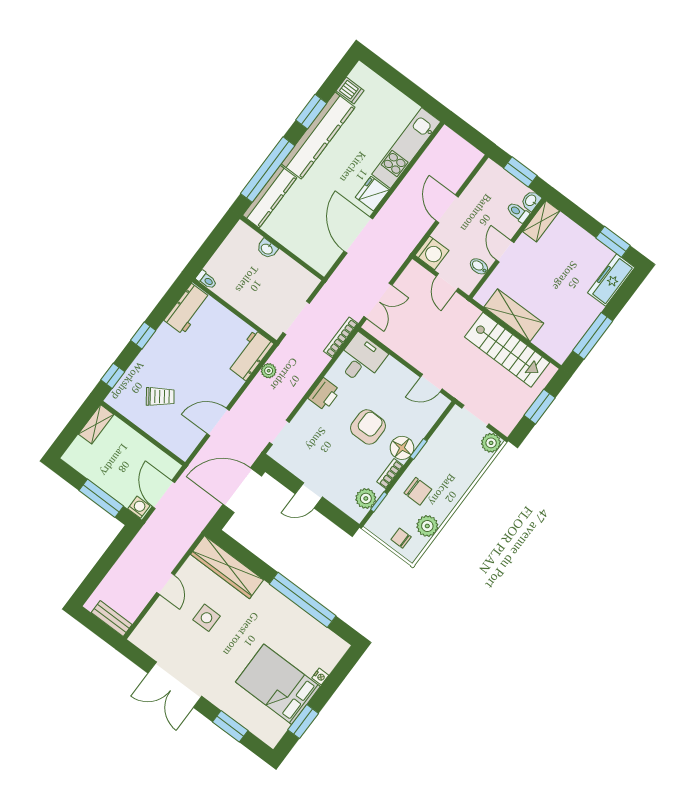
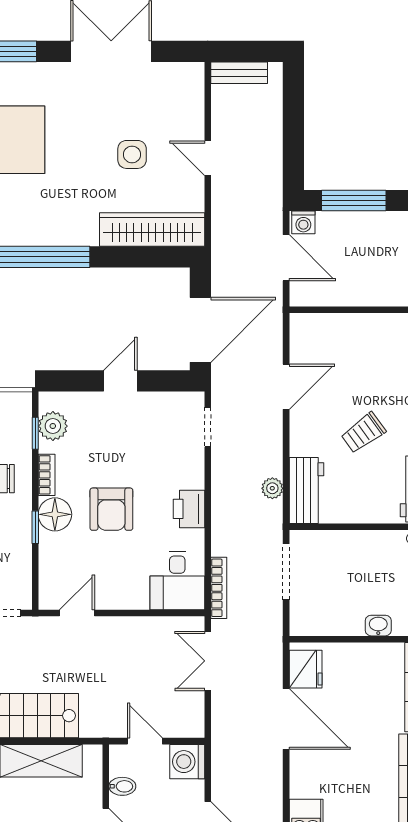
fridge: (372, 194) -> (306, 669), moved
trolley: (160, 397) -> (363, 433), moved

